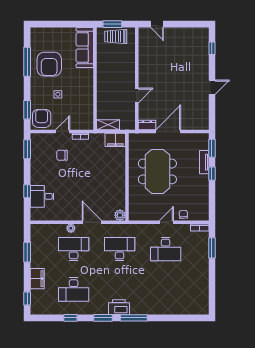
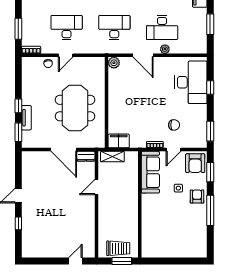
door: (157, 24) -> (75, 261), hinge flipped
sofa: (85, 48) -> (150, 172), moved
window: (212, 48) -> (18, 223), moved
window: (27, 62) -> (210, 210), moved
armchair: (49, 64) -> (197, 196), moved, width x0.53, depth x0.53
shelving: (108, 125) -> (112, 157), moved
door: (168, 131) -> (64, 150), hinge flipped
desk: (42, 196) -> (191, 82), width x1.87, depth x1.30
desk: (120, 249) -> (114, 28), turned 180

